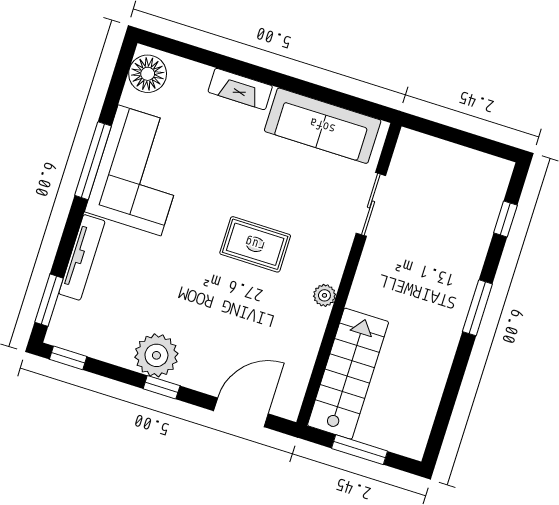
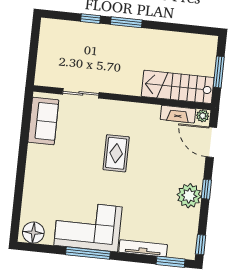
fireplace: (240, 89) -> (178, 114), moved, turned 90
sofa: (323, 126) -> (43, 121), width x0.73
window: (505, 219) -> (91, 19), moved
plant: (324, 295) -> (203, 116), moved

